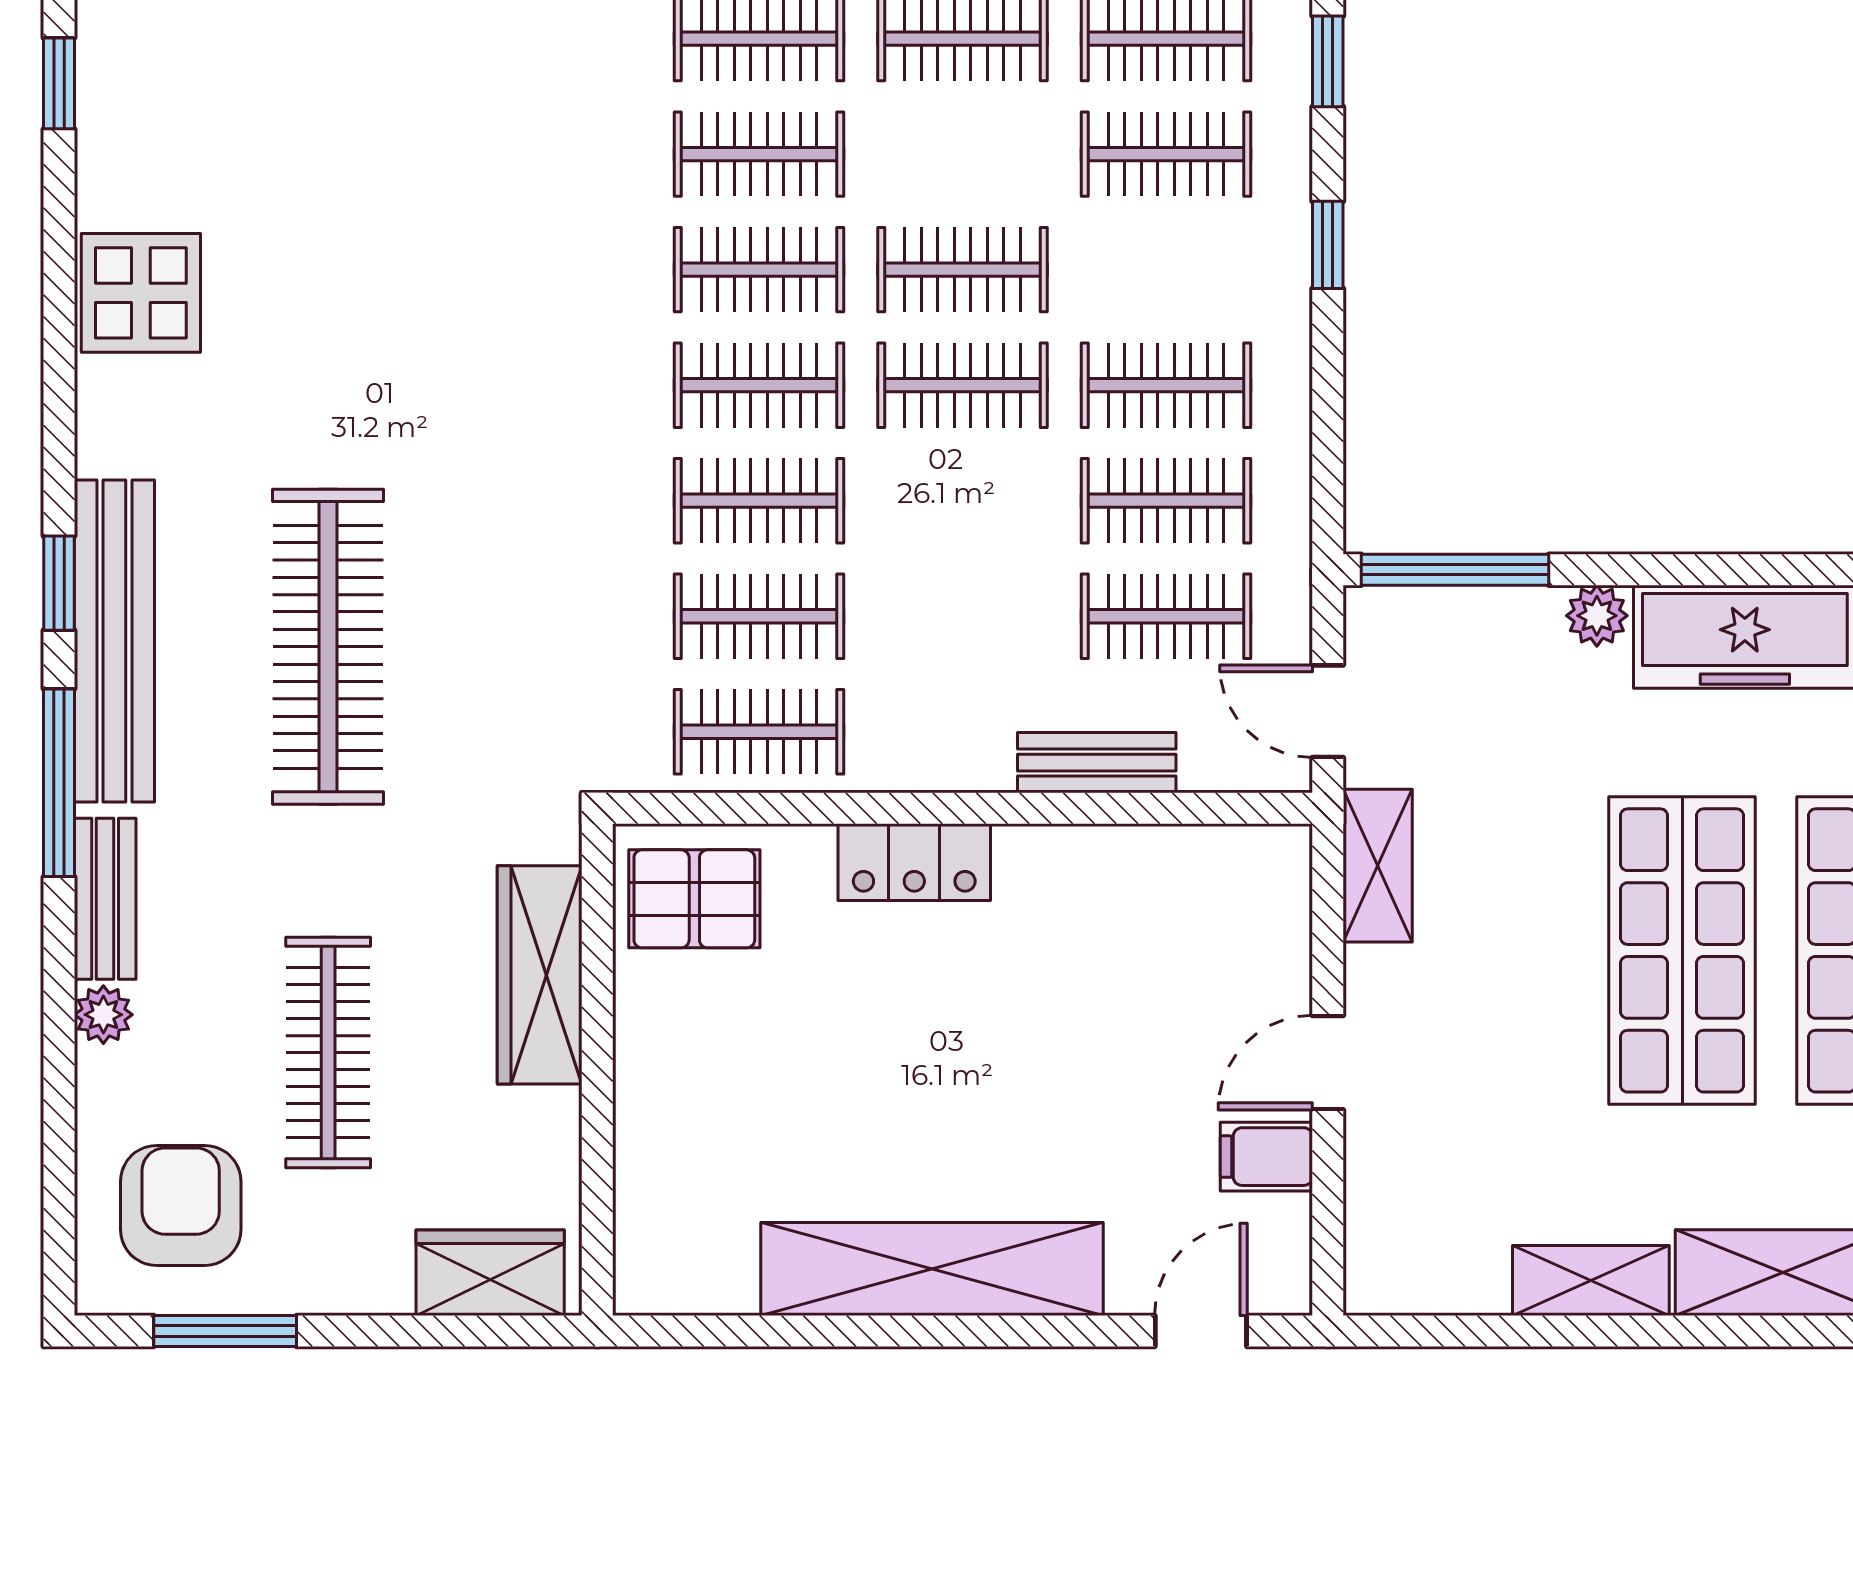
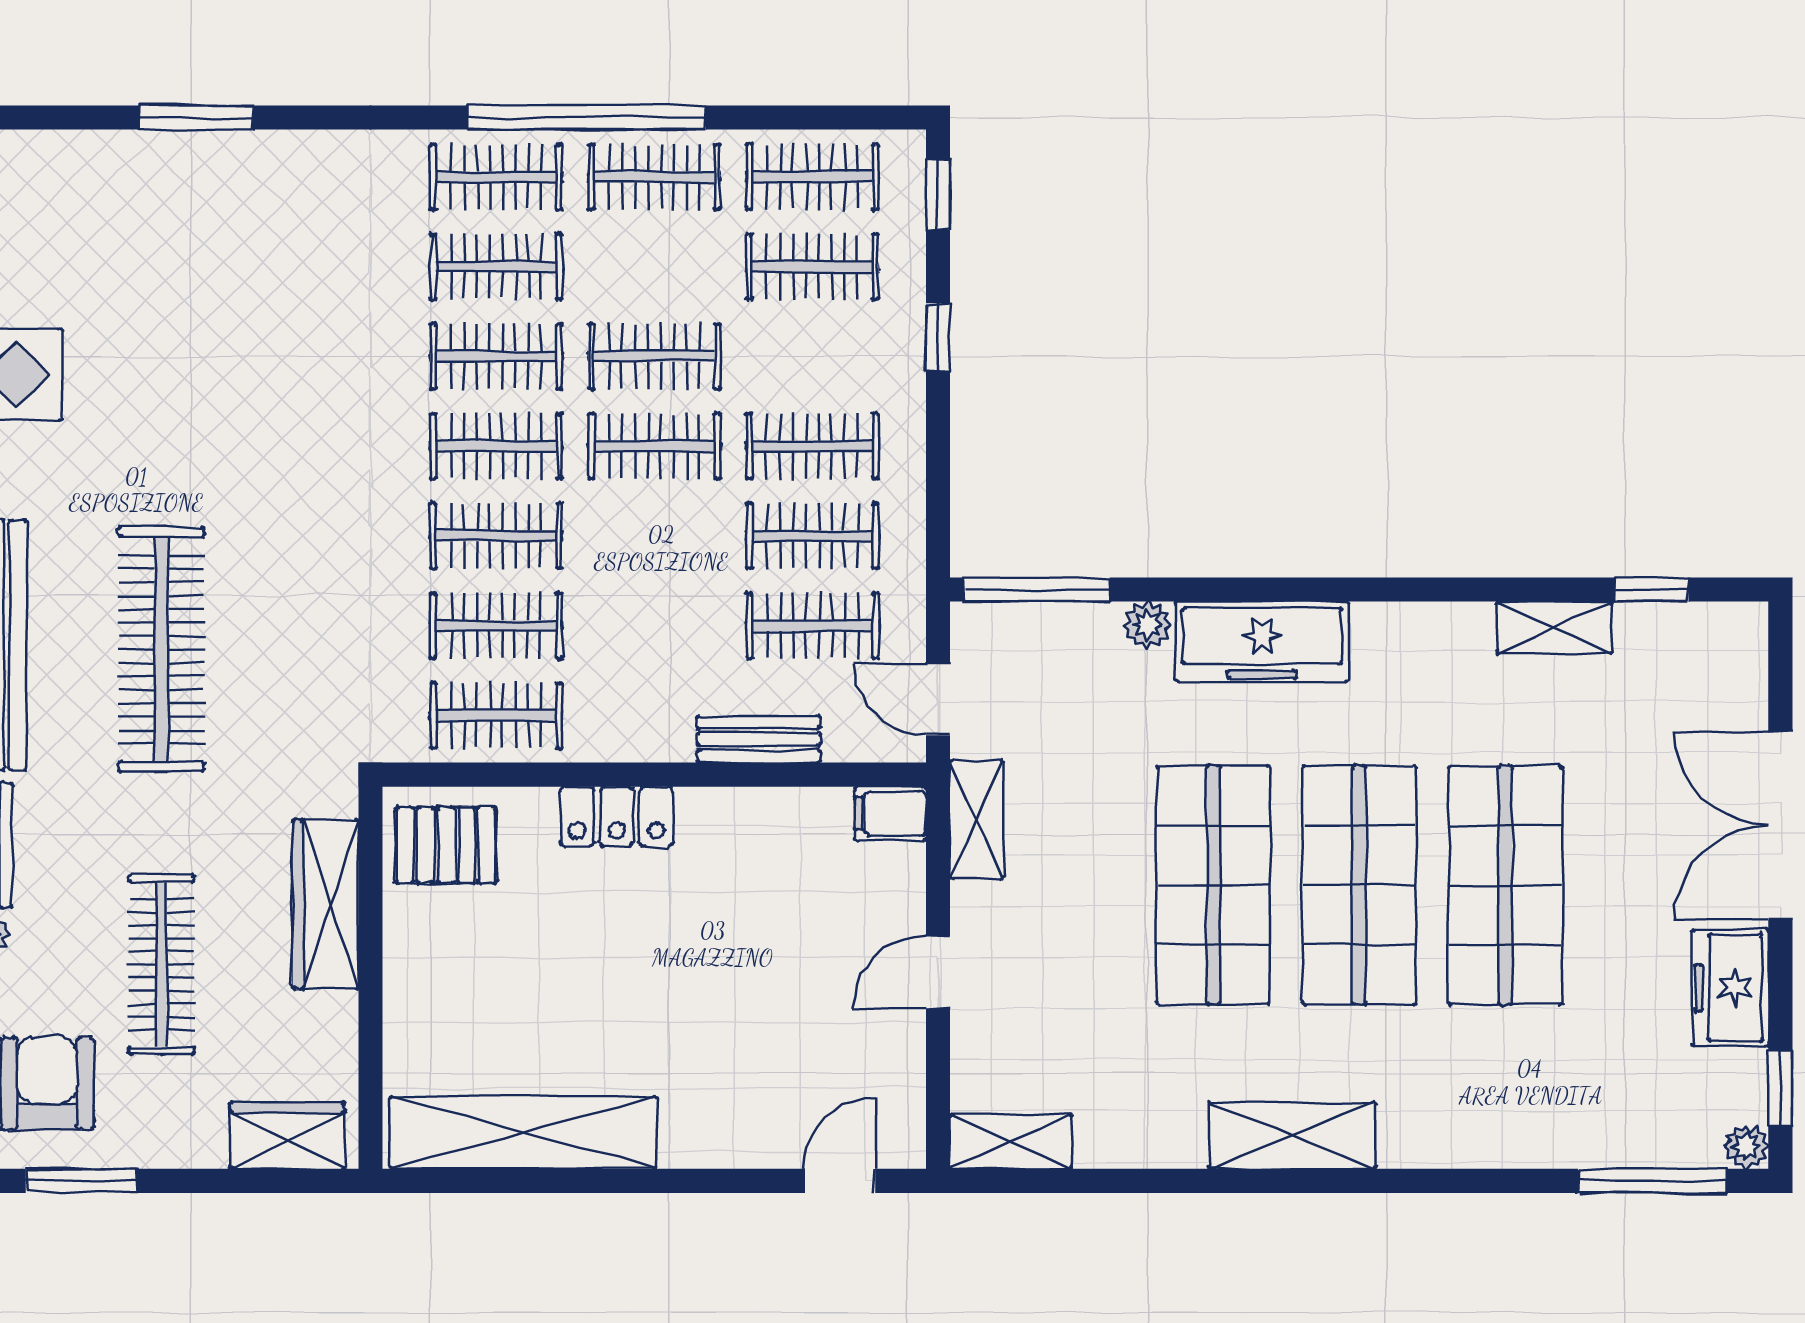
filing cabinet: (1266, 1157) -> (890, 813), moved
shelving: (932, 1269) -> (523, 1133), moved
shelving: (1591, 1281) -> (1011, 1142), moved

